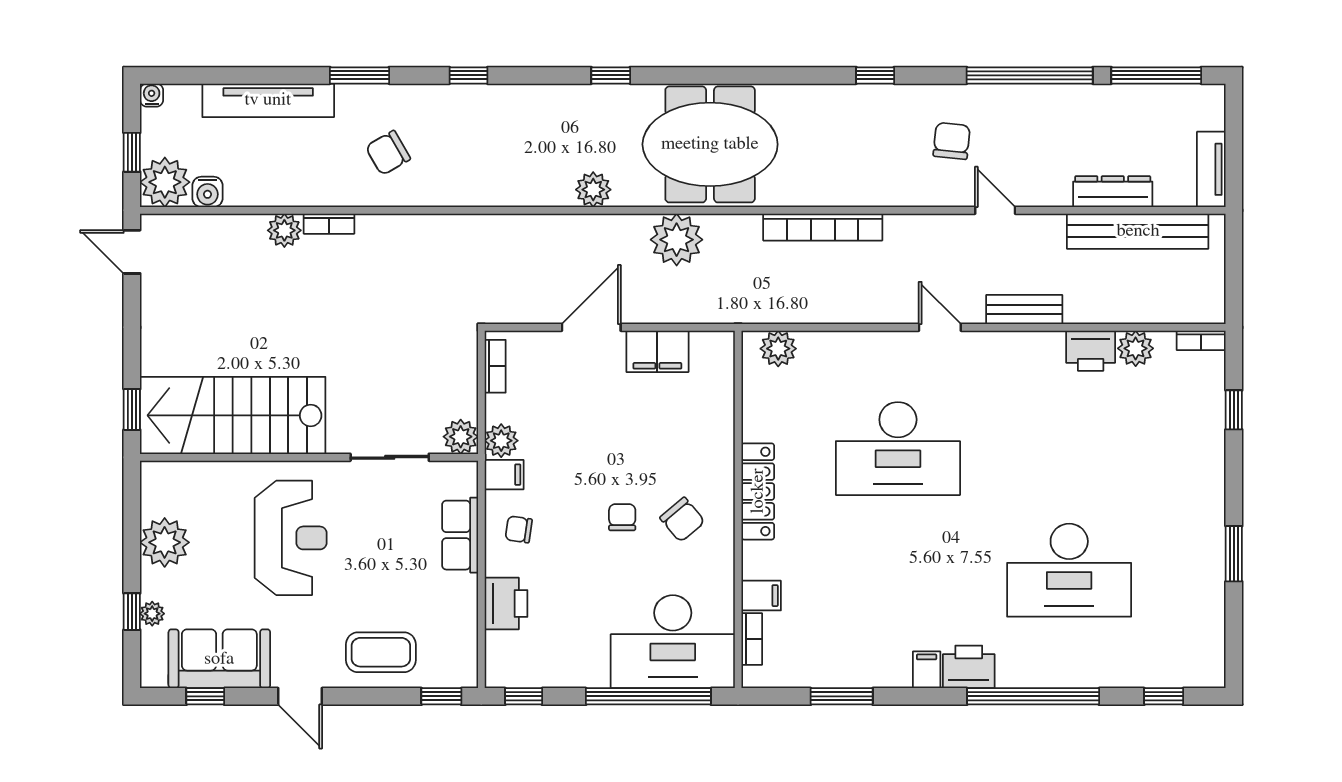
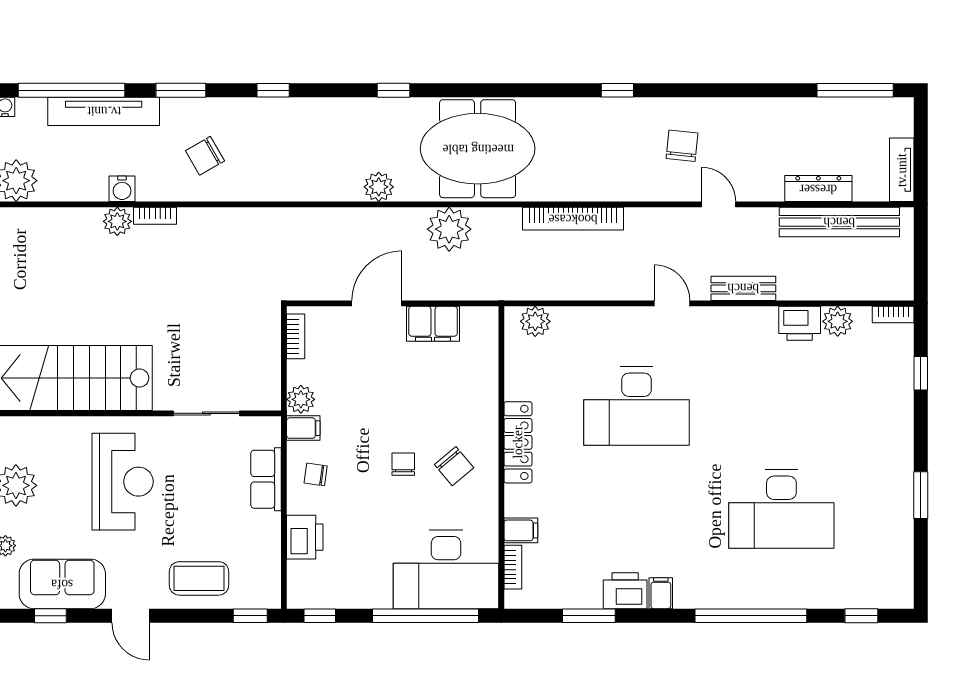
window: (1030, 75) -> (72, 90), moved
water cooler: (207, 192) -> (122, 189), moved
plant: (461, 437) -> (267, 396), removed
printer: (969, 667) -> (625, 591), moved

